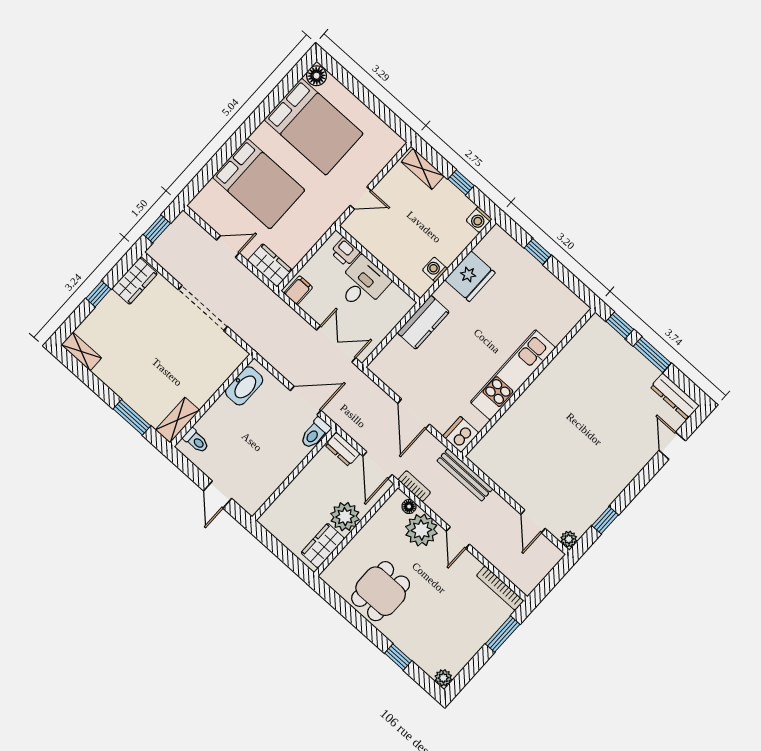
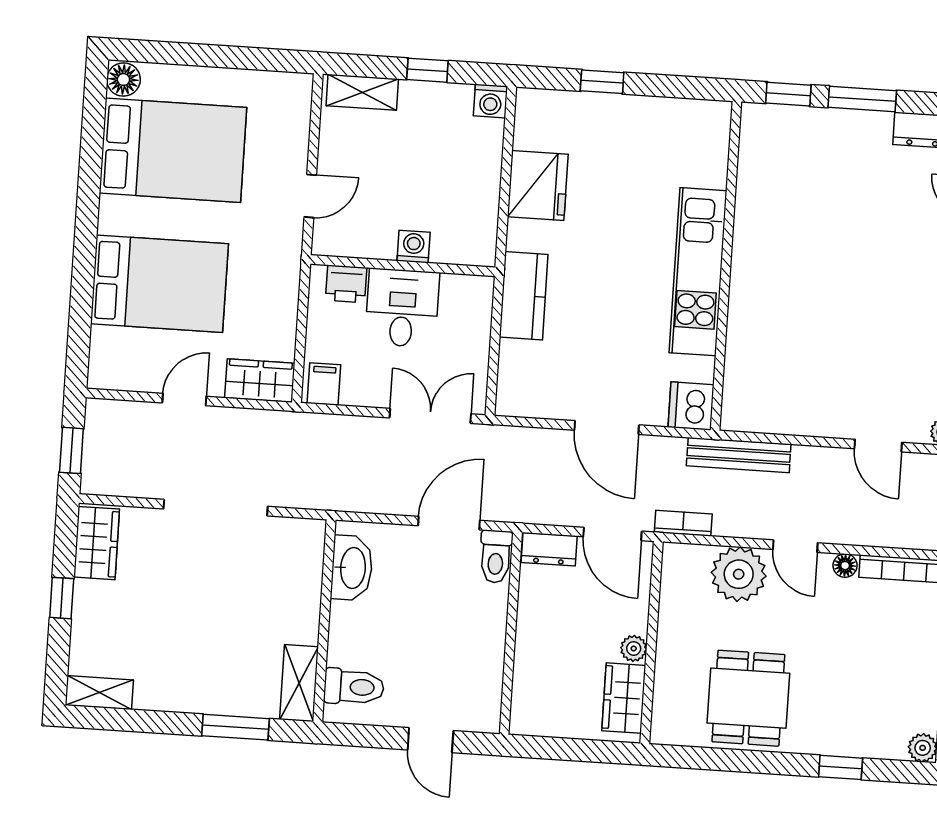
washing machine: (435, 269) -> (414, 247), moved, turned 90
toilet: (196, 441) -> (354, 687), width x1.37, depth x1.39
floor lamp: (409, 506) -> (845, 566), moved
plant: (345, 517) -> (634, 648), width x0.53, depth x0.53

